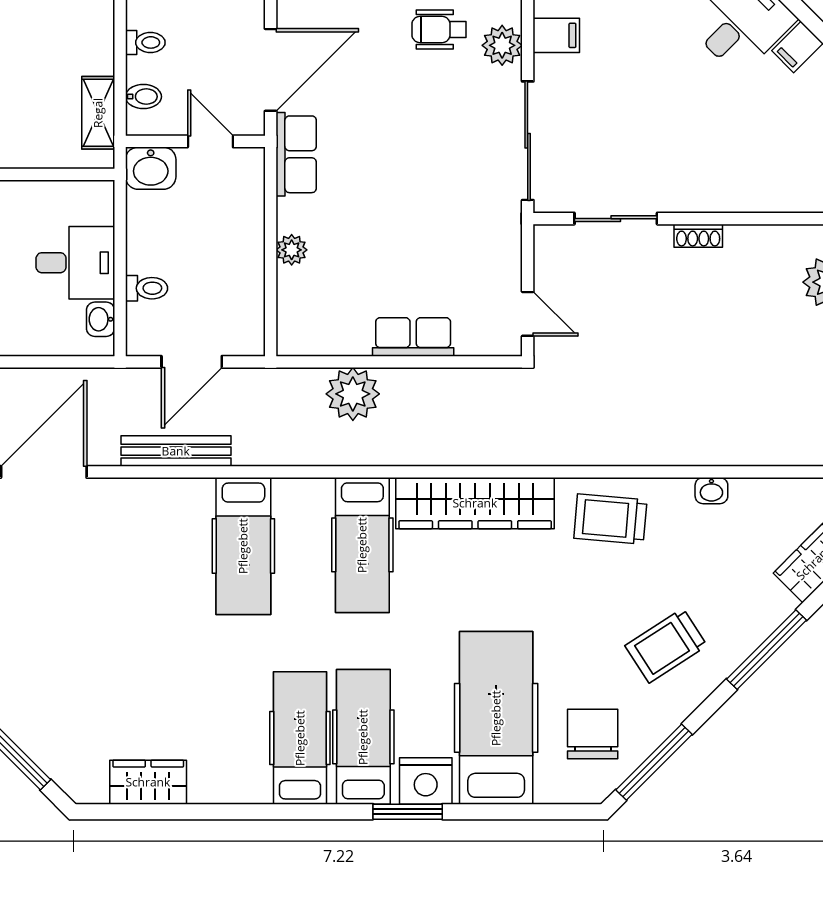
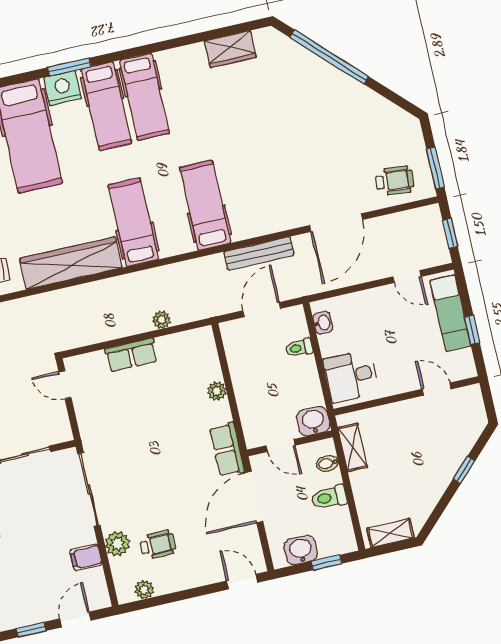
toilet: (145, 42) -> (329, 497), width x1.37, depth x1.39
desk: (75, 263) -> (351, 376), moved
plant: (353, 394) -> (162, 320), width x0.53, depth x0.53

